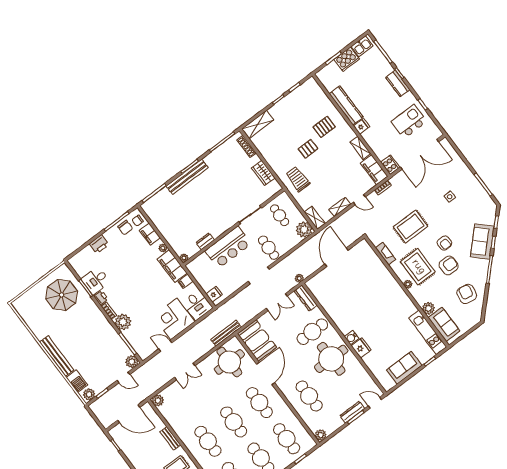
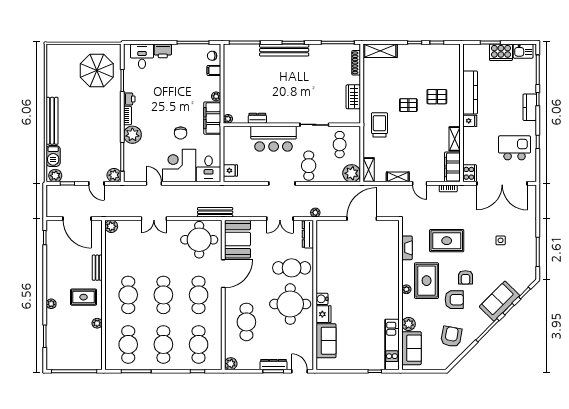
chair: (125, 228) -> (181, 133), moved
filing cabinet: (150, 234) -> (214, 70), width x0.50
desk: (96, 281) -> (142, 56), moved, turned 90
filing cabinet: (186, 281) -> (214, 140), removed
sofa: (404, 368) -> (326, 341), moved, turned 90

